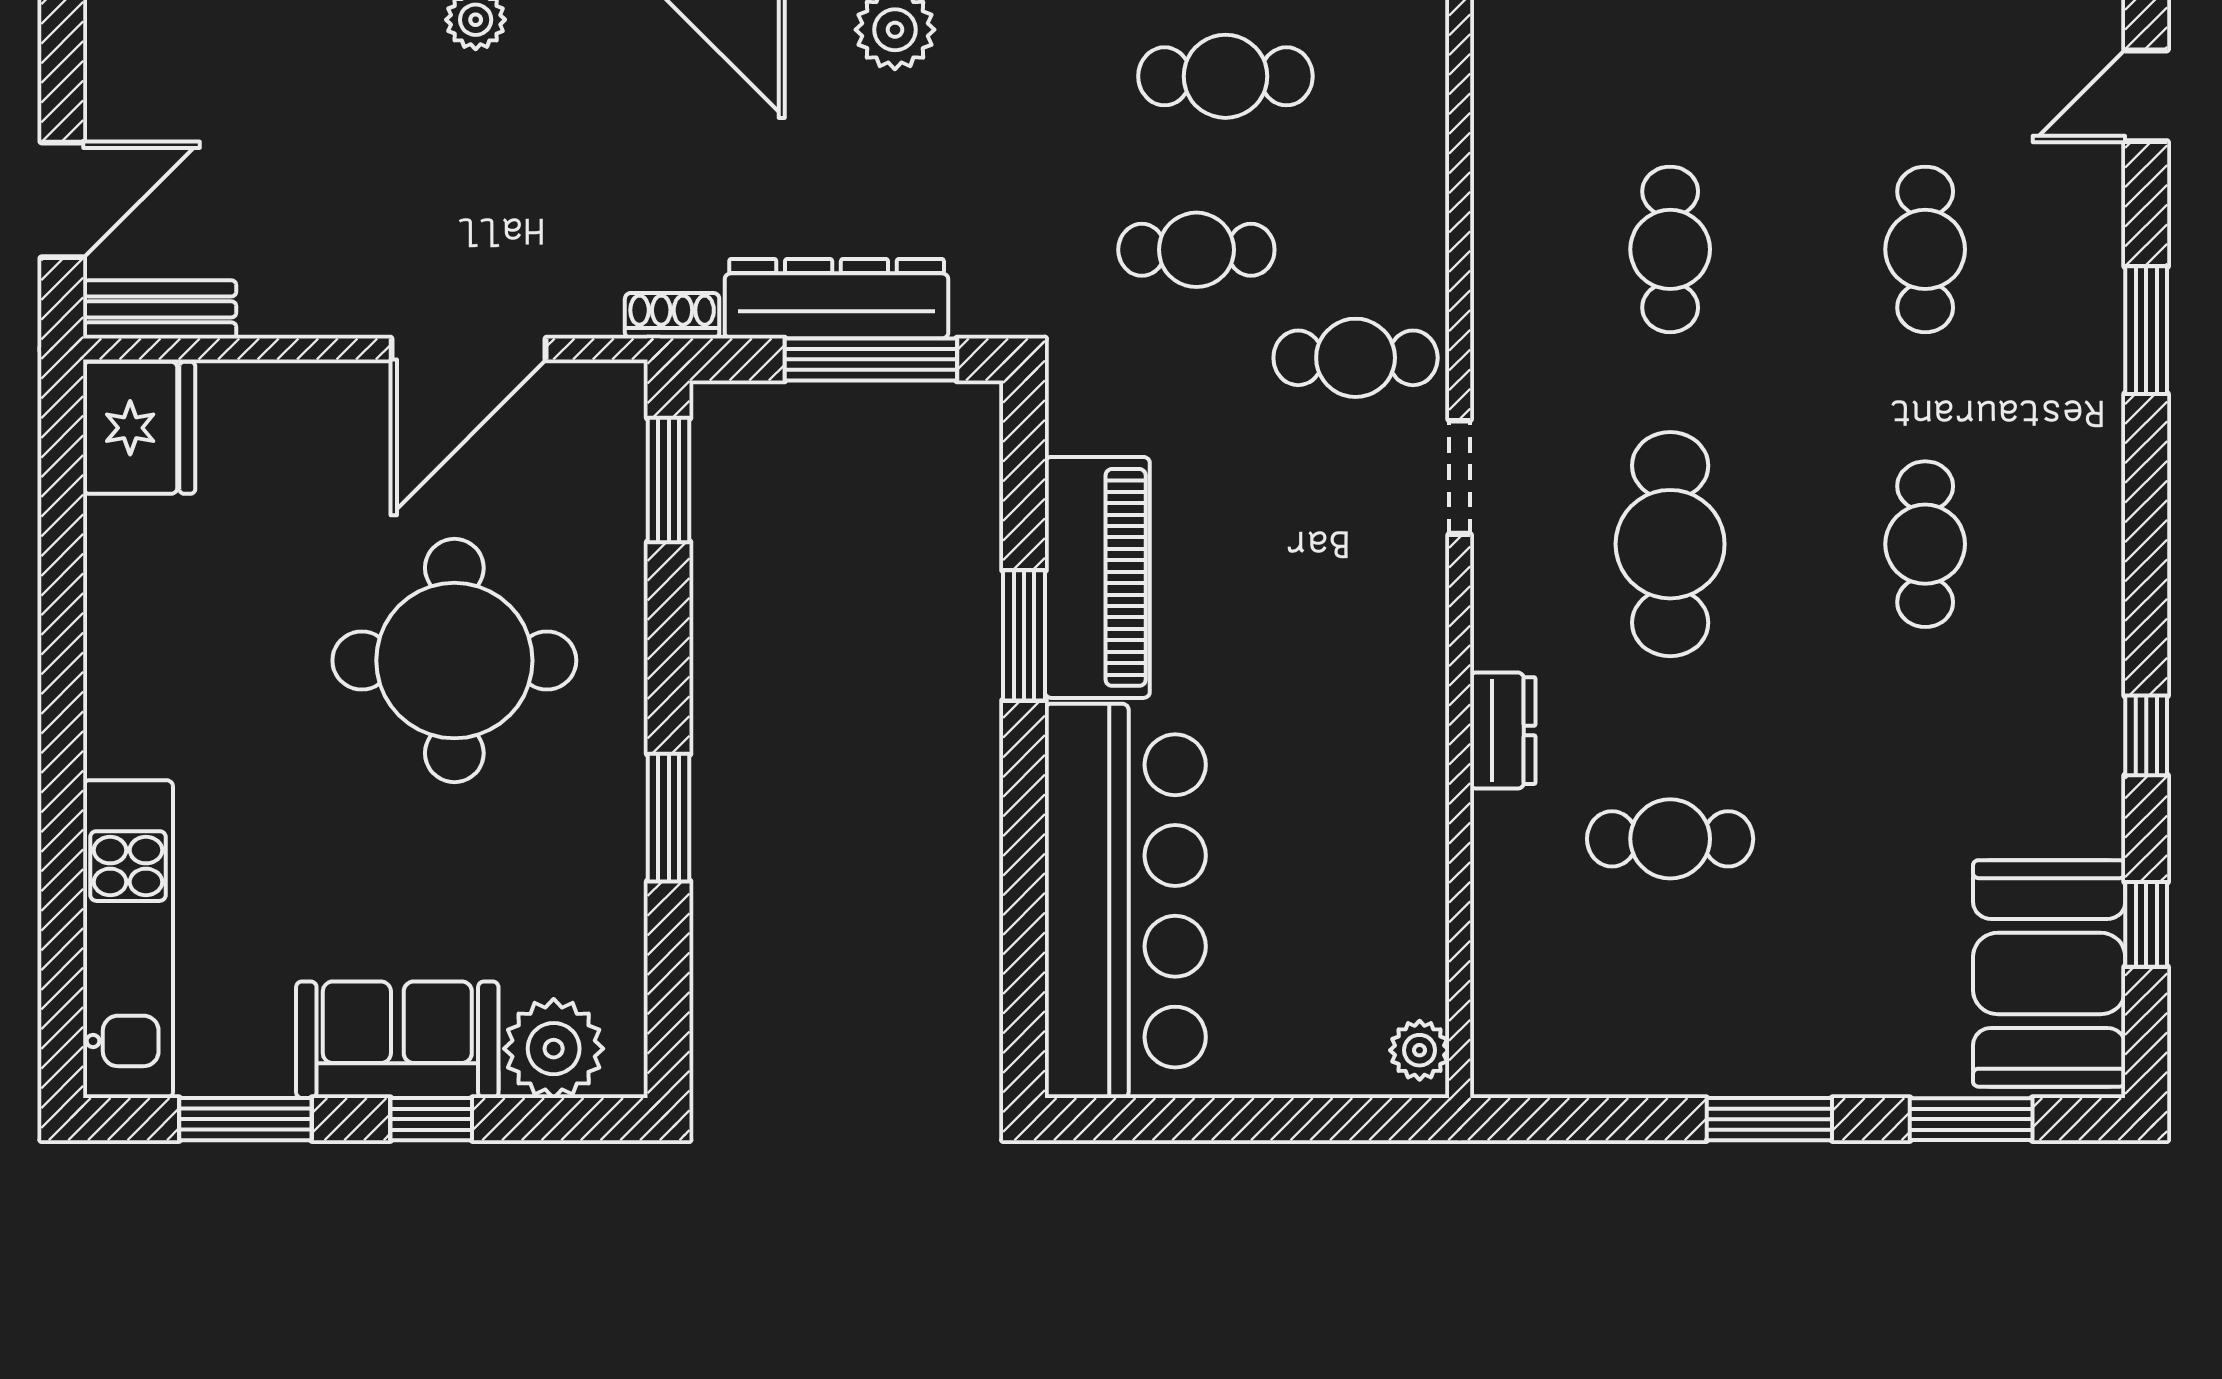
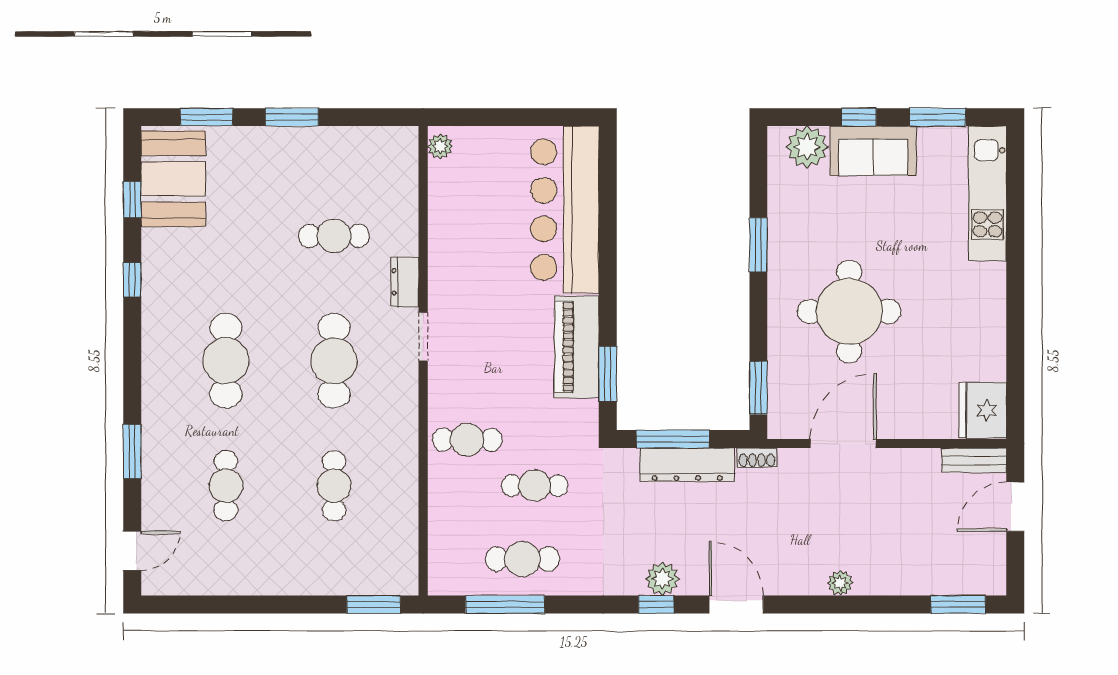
doorway: (1460, 477) -> (423, 336), moved
cafe table: (1925, 544) -> (226, 361), width x1.37, depth x1.35
window: (1024, 635) -> (608, 374), moved

